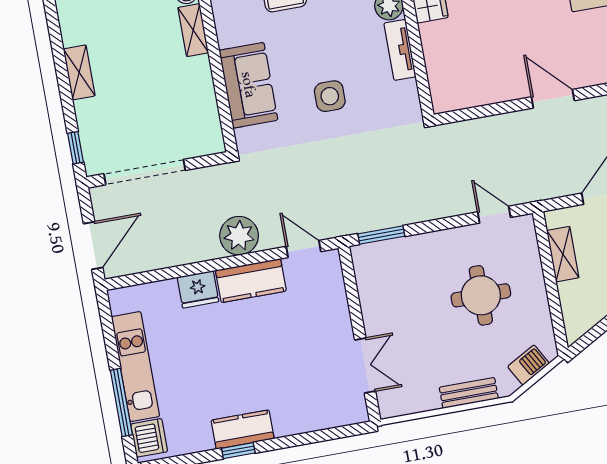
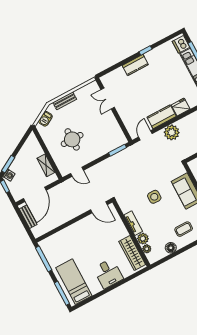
door: (553, 99) -> (99, 207), moved
door: (303, 249) -> (145, 135), swing flipped
kitchen counter: (243, 430) -> (135, 65), moved

